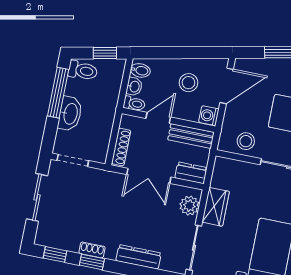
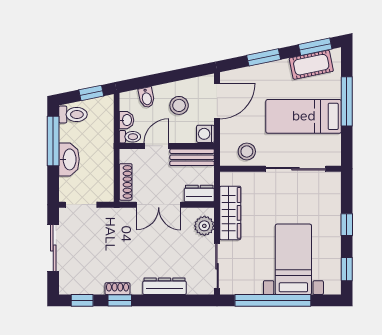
bidet: (140, 70) -> (147, 97), moved, turned 78
wardrobe: (216, 207) -> (230, 213), width x1.50

